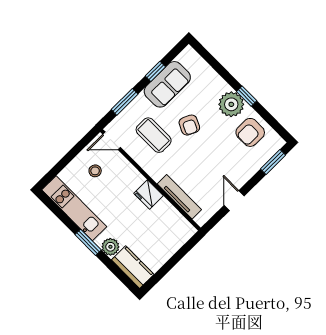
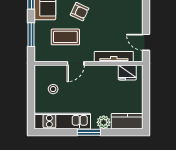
door: (112, 141) -> (76, 63), moved
fridge: (149, 194) -> (127, 72), moved
door: (234, 201) -> (146, 42), moved

